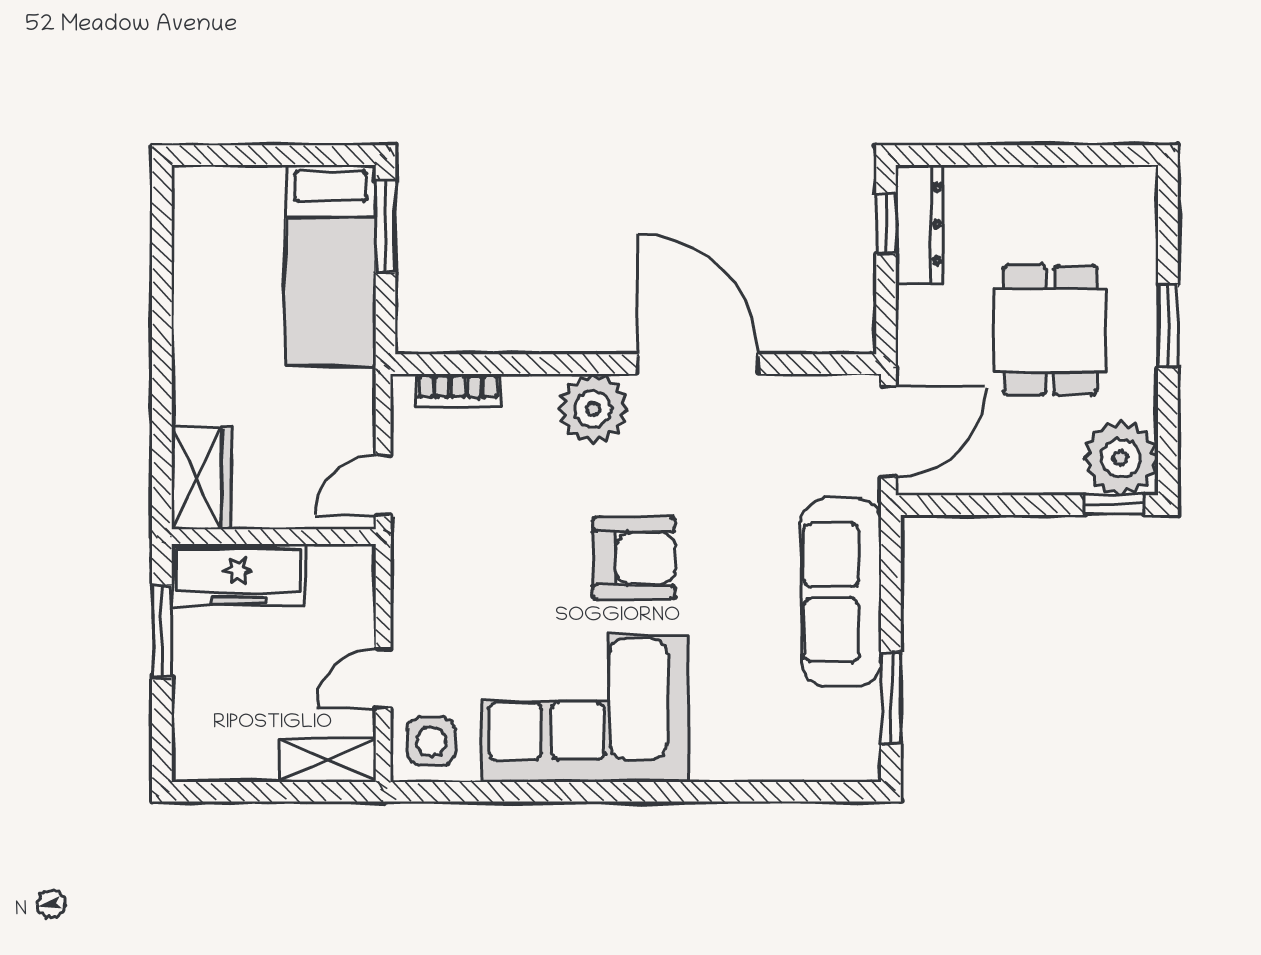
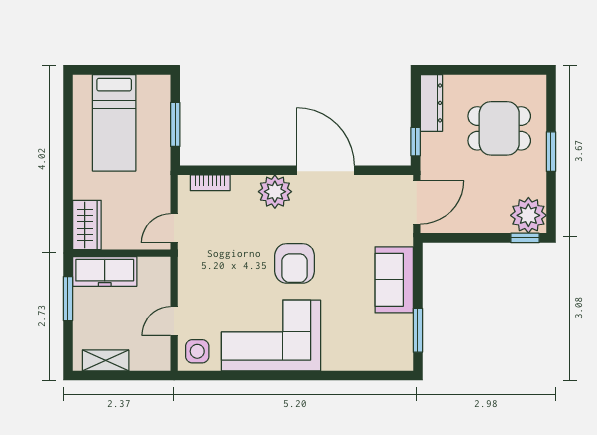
window: (886, 224) -> (416, 142), moved
window: (385, 227) -> (175, 124), moved
bed: (331, 265) -> (114, 123), moved
dining table: (1050, 330) -> (499, 128), moved, turned 90
armchair: (634, 558) -> (295, 263), turned 90
sofa: (841, 593) -> (394, 280), width x0.73
shelving: (327, 760) -> (106, 360), moved

